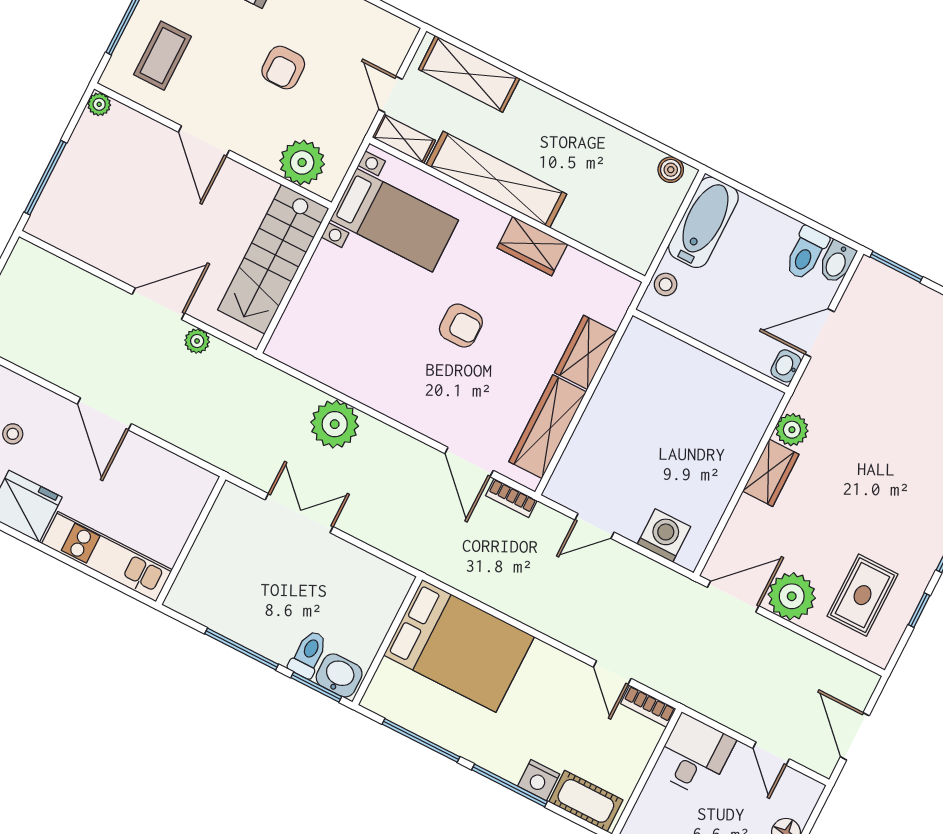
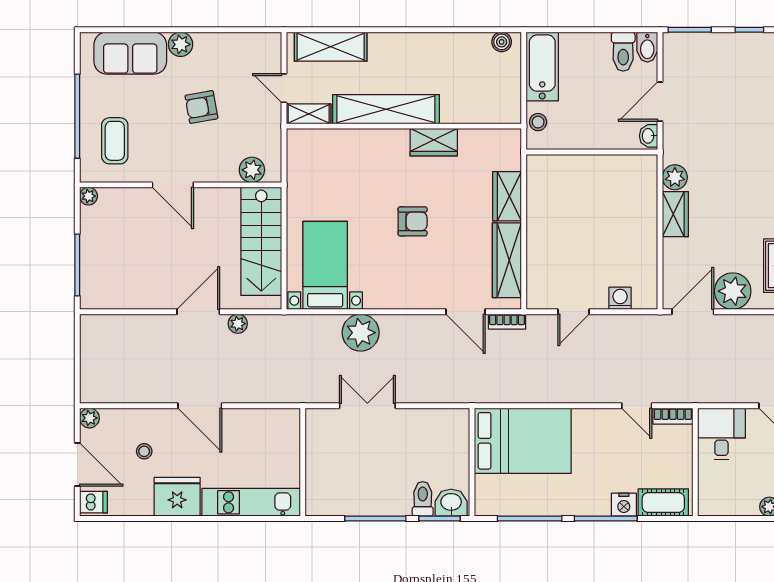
armchair: (283, 68) -> (201, 107), turned 80
plant: (302, 162) -> (252, 170), width x0.73, depth x0.73
bed with nightstands: (394, 220) -> (325, 265), moved, turned -90
washing machine: (664, 535) -> (620, 298), width x0.73, depth x0.73

